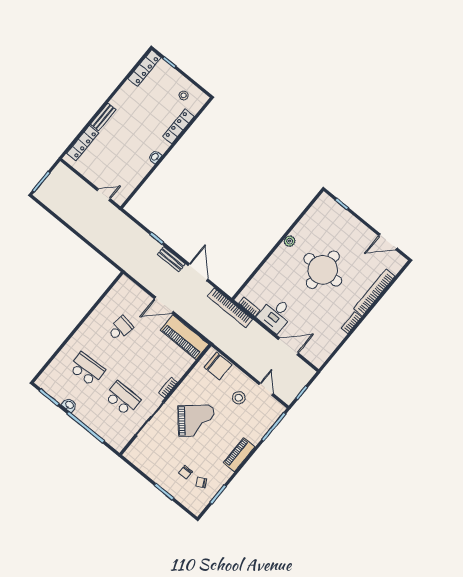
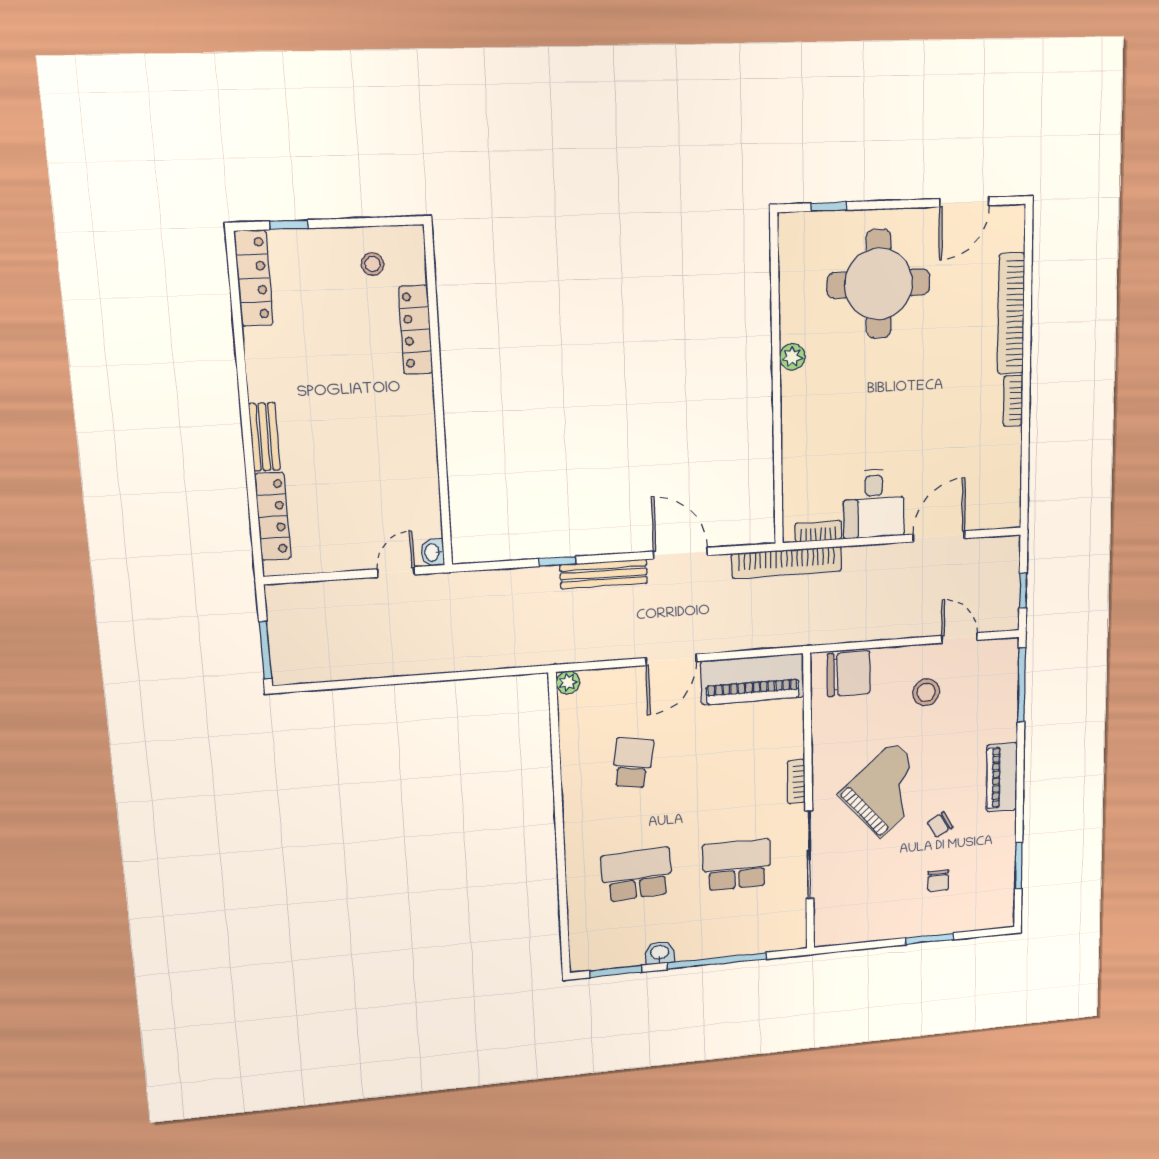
washbasin: (155, 157) -> (433, 552), moved
bench: (171, 259) -> (604, 574), width x1.36
round table: (323, 270) -> (879, 284), moved
plant: (124, 281) -> (568, 682), added
chair: (201, 482) -> (940, 825), moved

